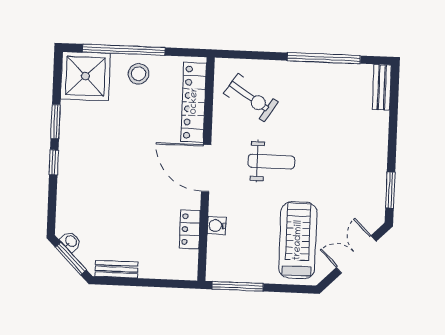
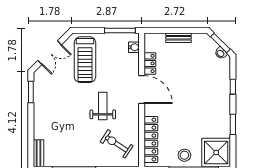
window: (54, 162) -> (233, 87), moved
weight bench: (271, 162) -> (103, 106), turned 90
door: (206, 168) -> (142, 90), moved
water cooler: (217, 226) -> (134, 47), moved
bench: (116, 269) -> (178, 38), moved

